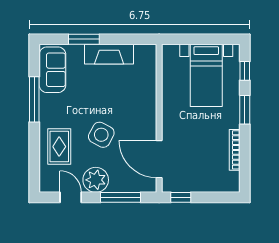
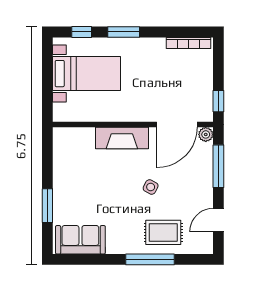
fireplace: (109, 54) -> (122, 138), moved, turned 90
window: (34, 99) -> (150, 259), moved
side table: (101, 135) -> (151, 187), width x0.54, depth x0.54
bookcase: (235, 150) -> (189, 43), moved
plant: (96, 180) -> (206, 134), moved, width x0.53, depth x0.53

